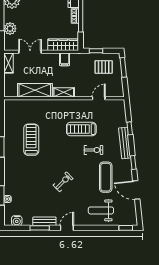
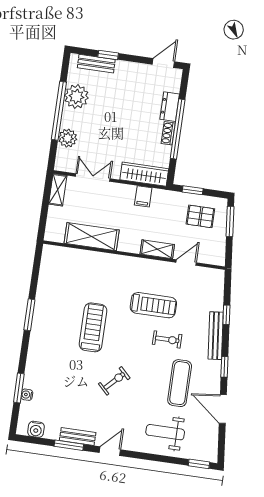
shelving: (64, 92) -> (157, 249), moved
treadmill: (81, 129) -> (153, 305), turned 180
treadmill: (31, 140) -> (93, 327), moved

